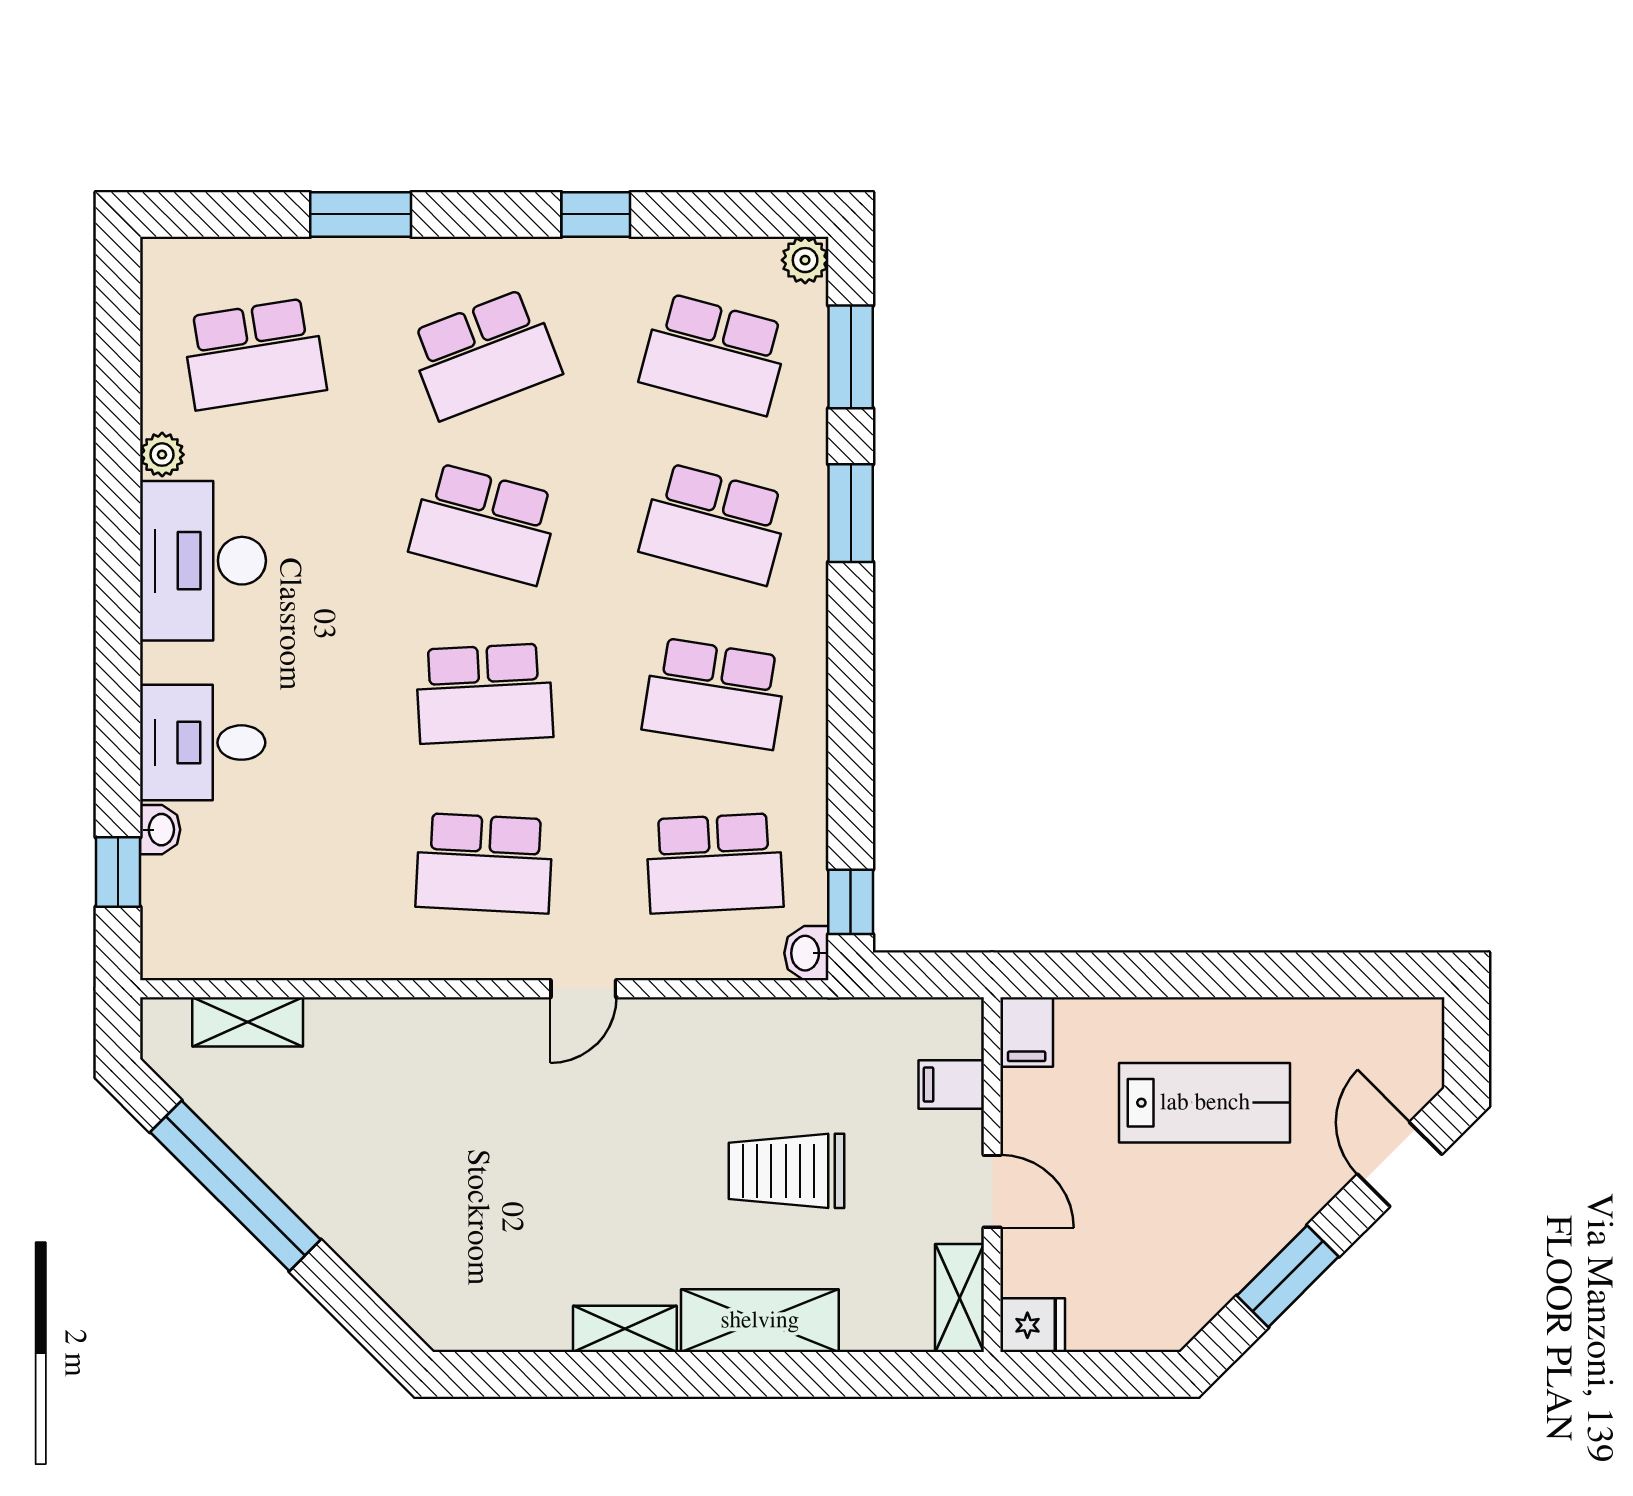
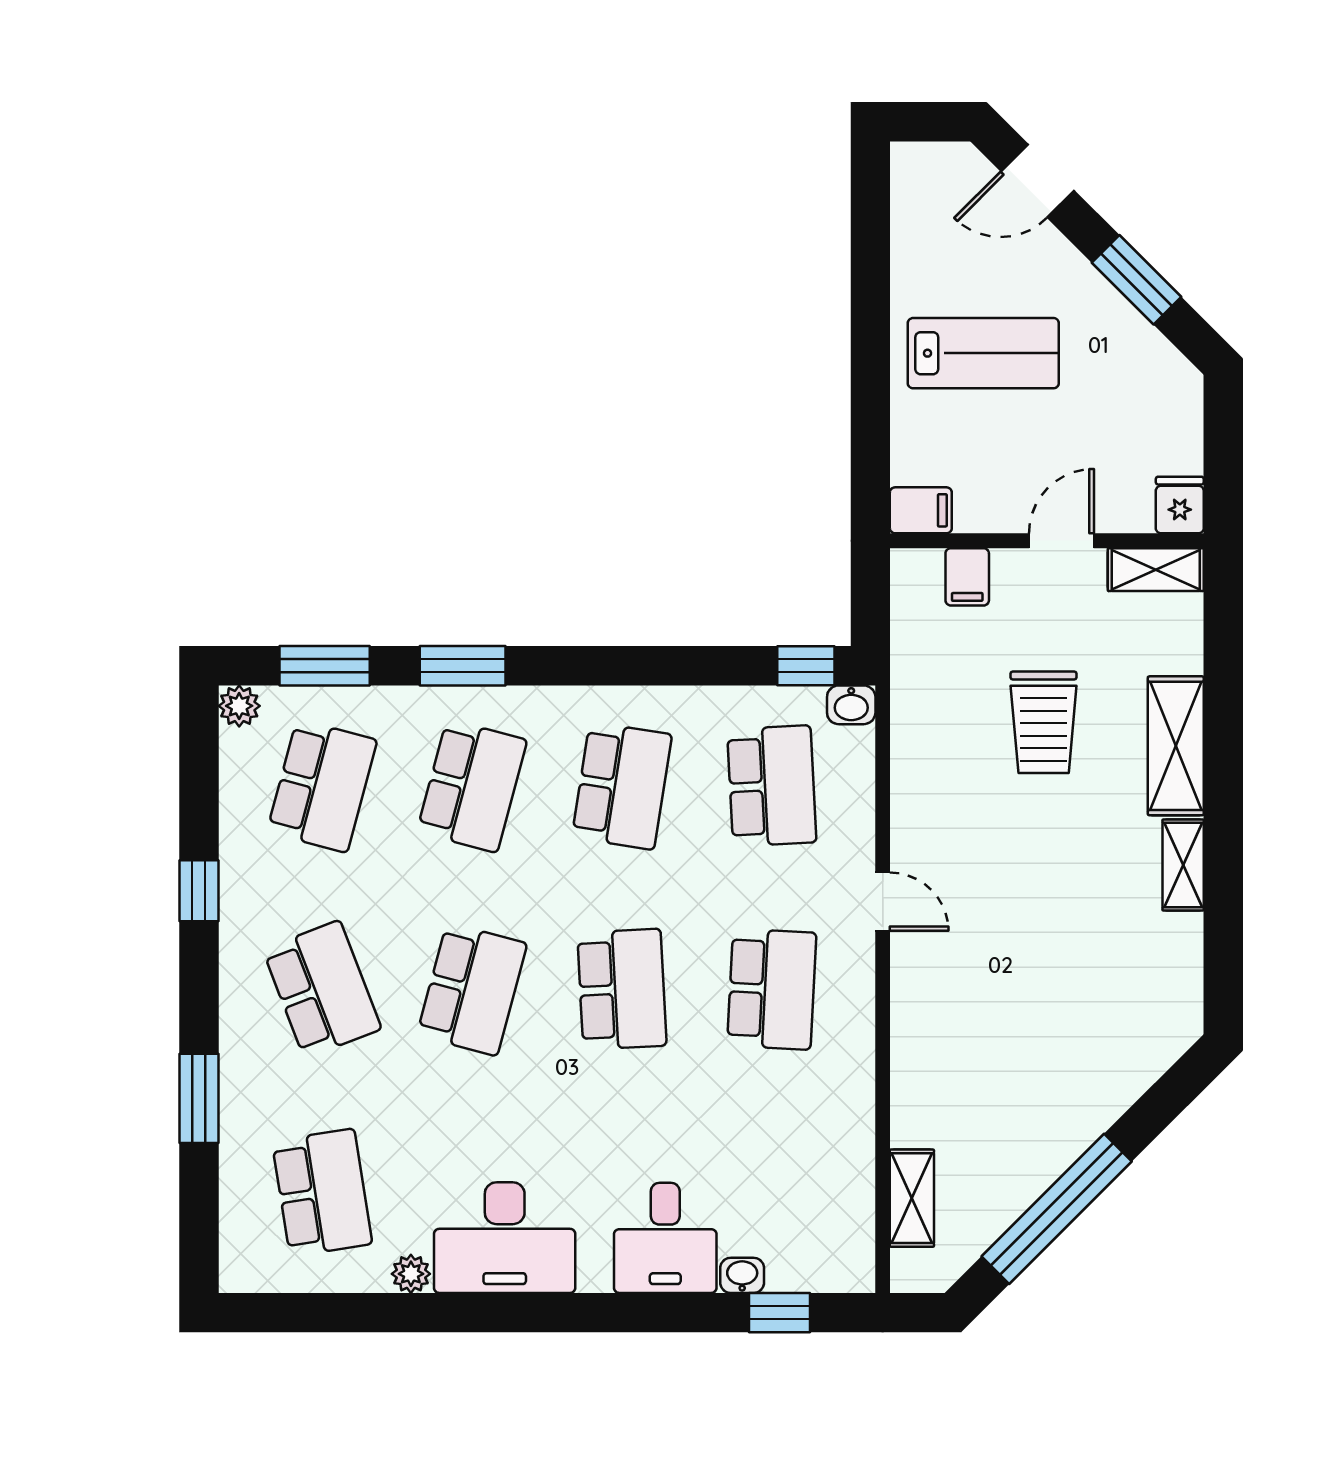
lab bench: (1205, 1103) -> (983, 353), turned 90

